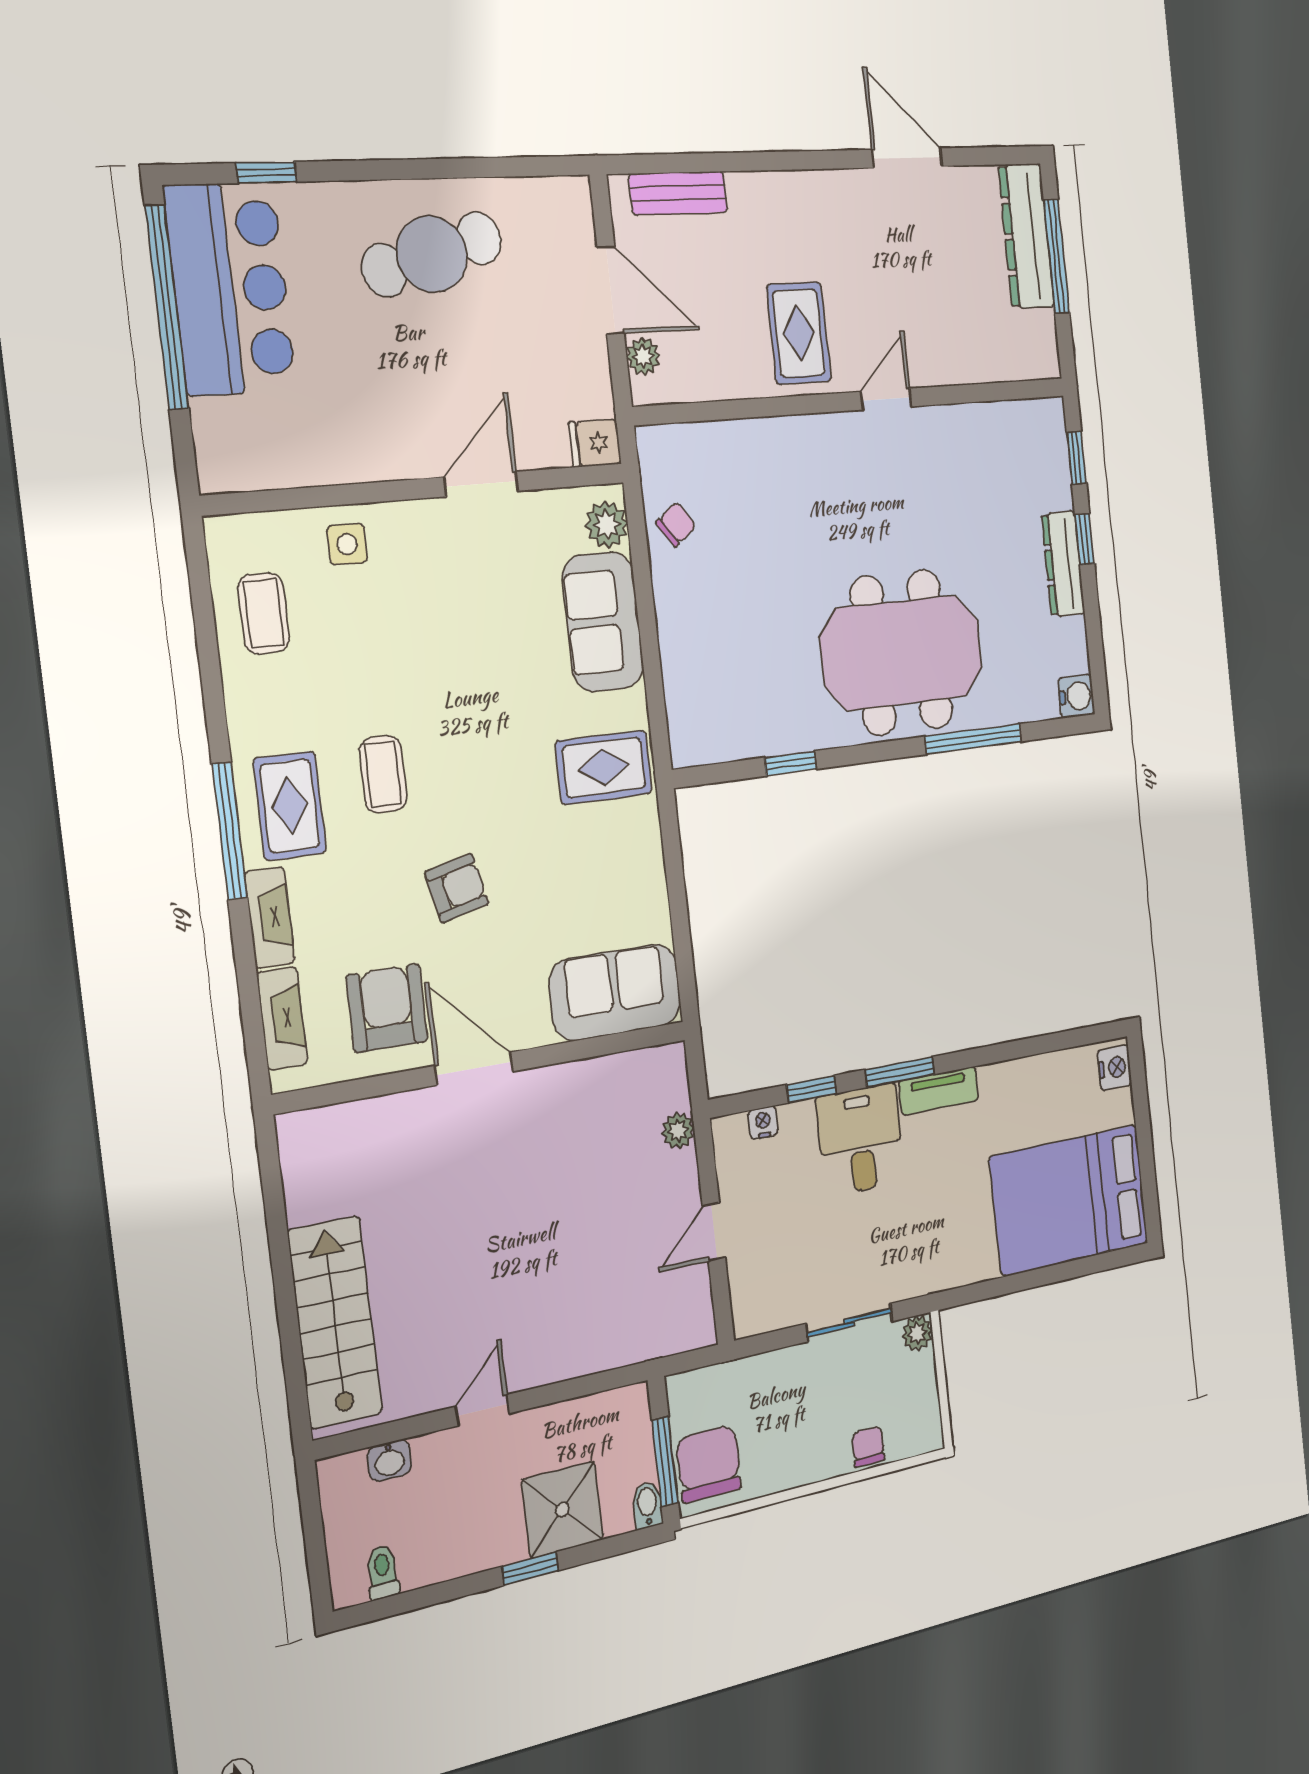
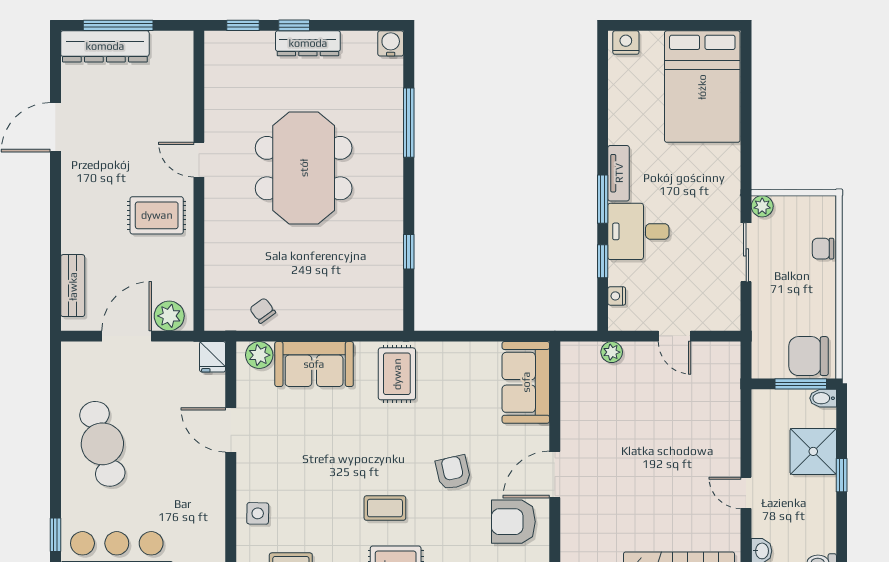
plant: (643, 356) -> (169, 316), width x1.38, depth x1.38
meeting table: (902, 652) -> (304, 168), moved

